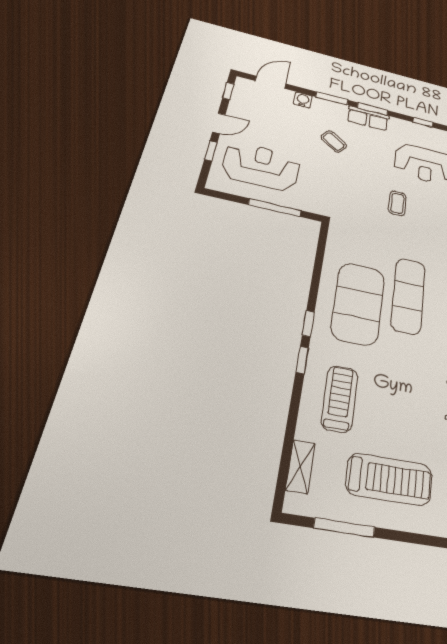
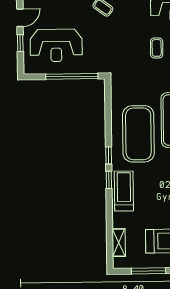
reception desk: (261, 166) -> (56, 45), turned 180
window: (275, 208) -> (72, 76), width x1.46
treadmill: (340, 399) -> (124, 191), moved

